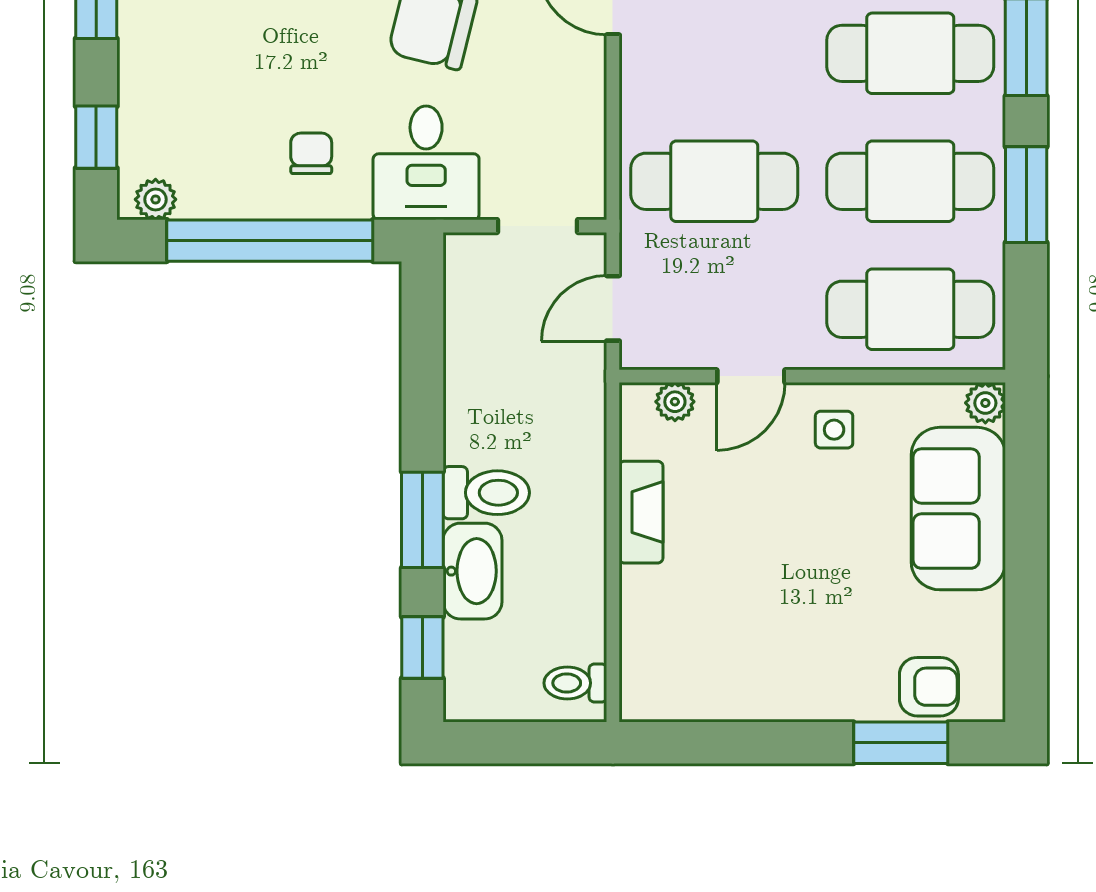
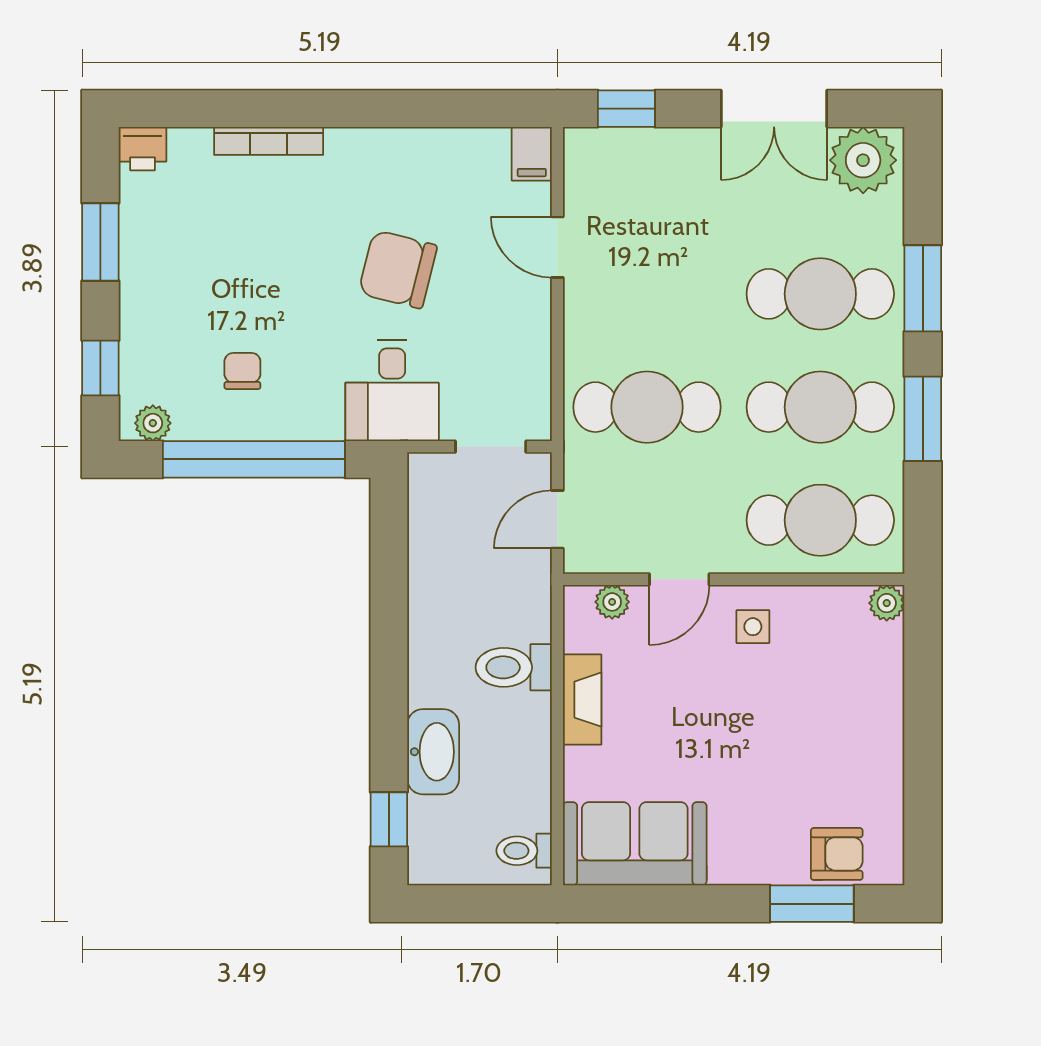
chair: (311, 153) -> (242, 371), moved
toilet: (486, 493) -> (514, 667), moved, turned 180
sofa: (958, 509) -> (635, 844), moved, turned 90
window: (422, 520) -> (389, 706), removed

